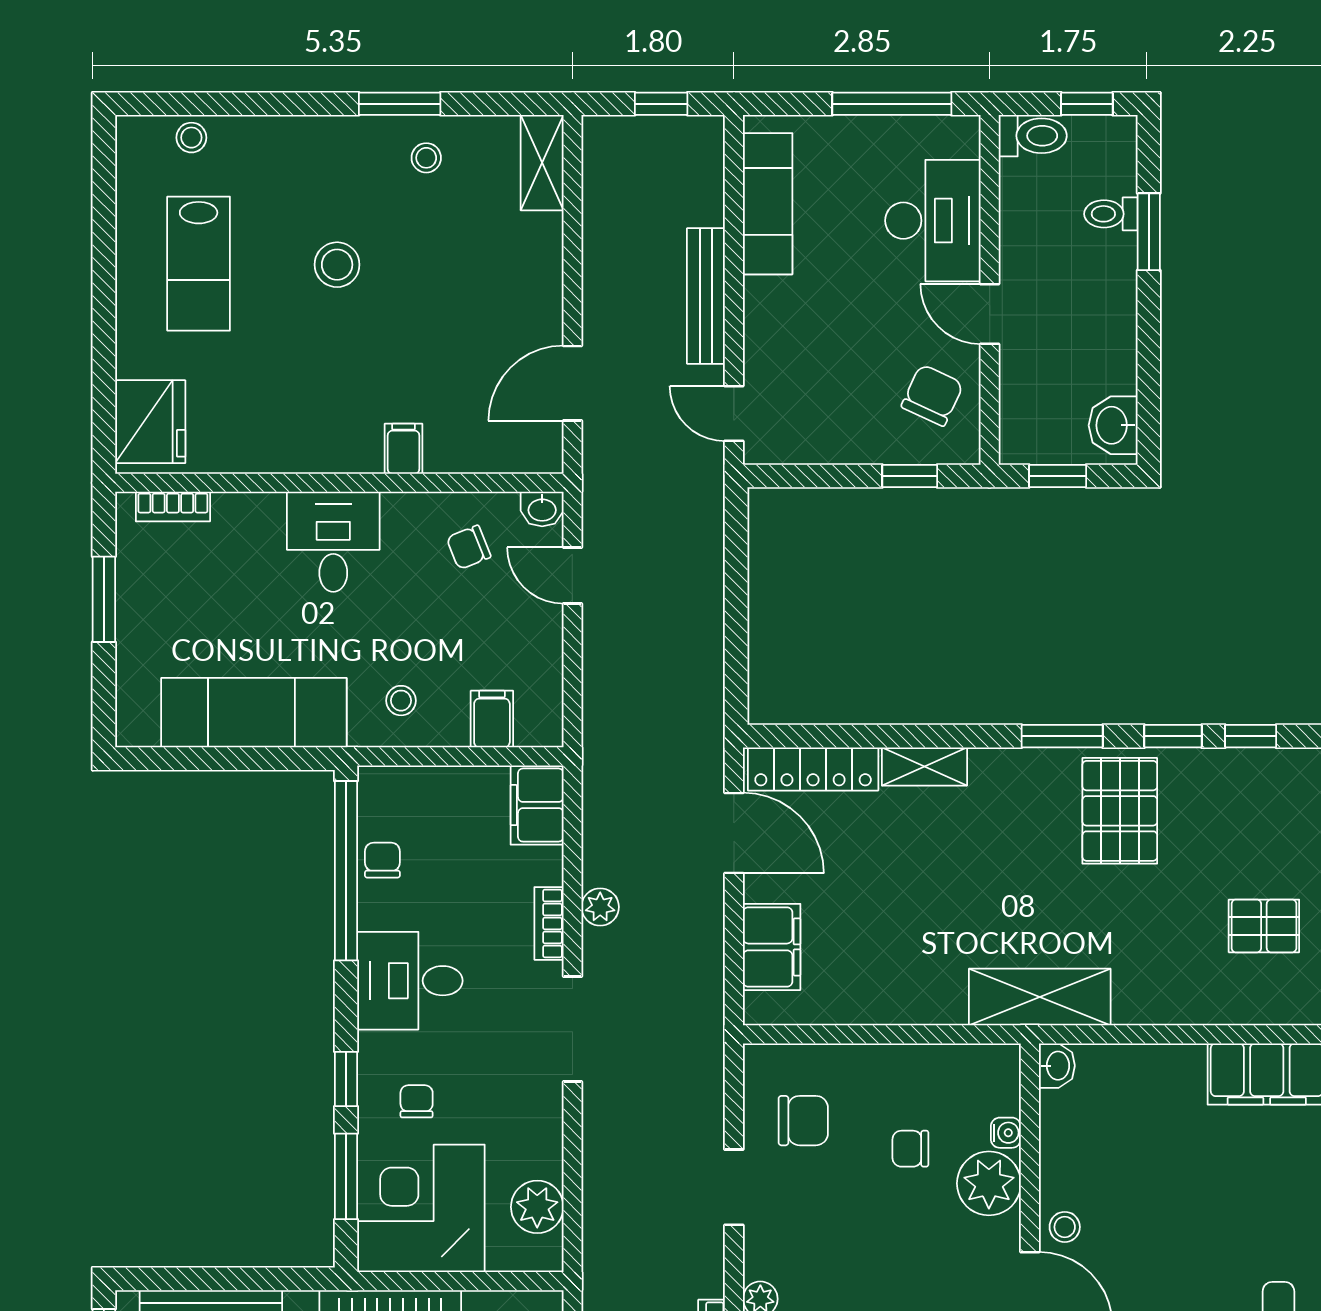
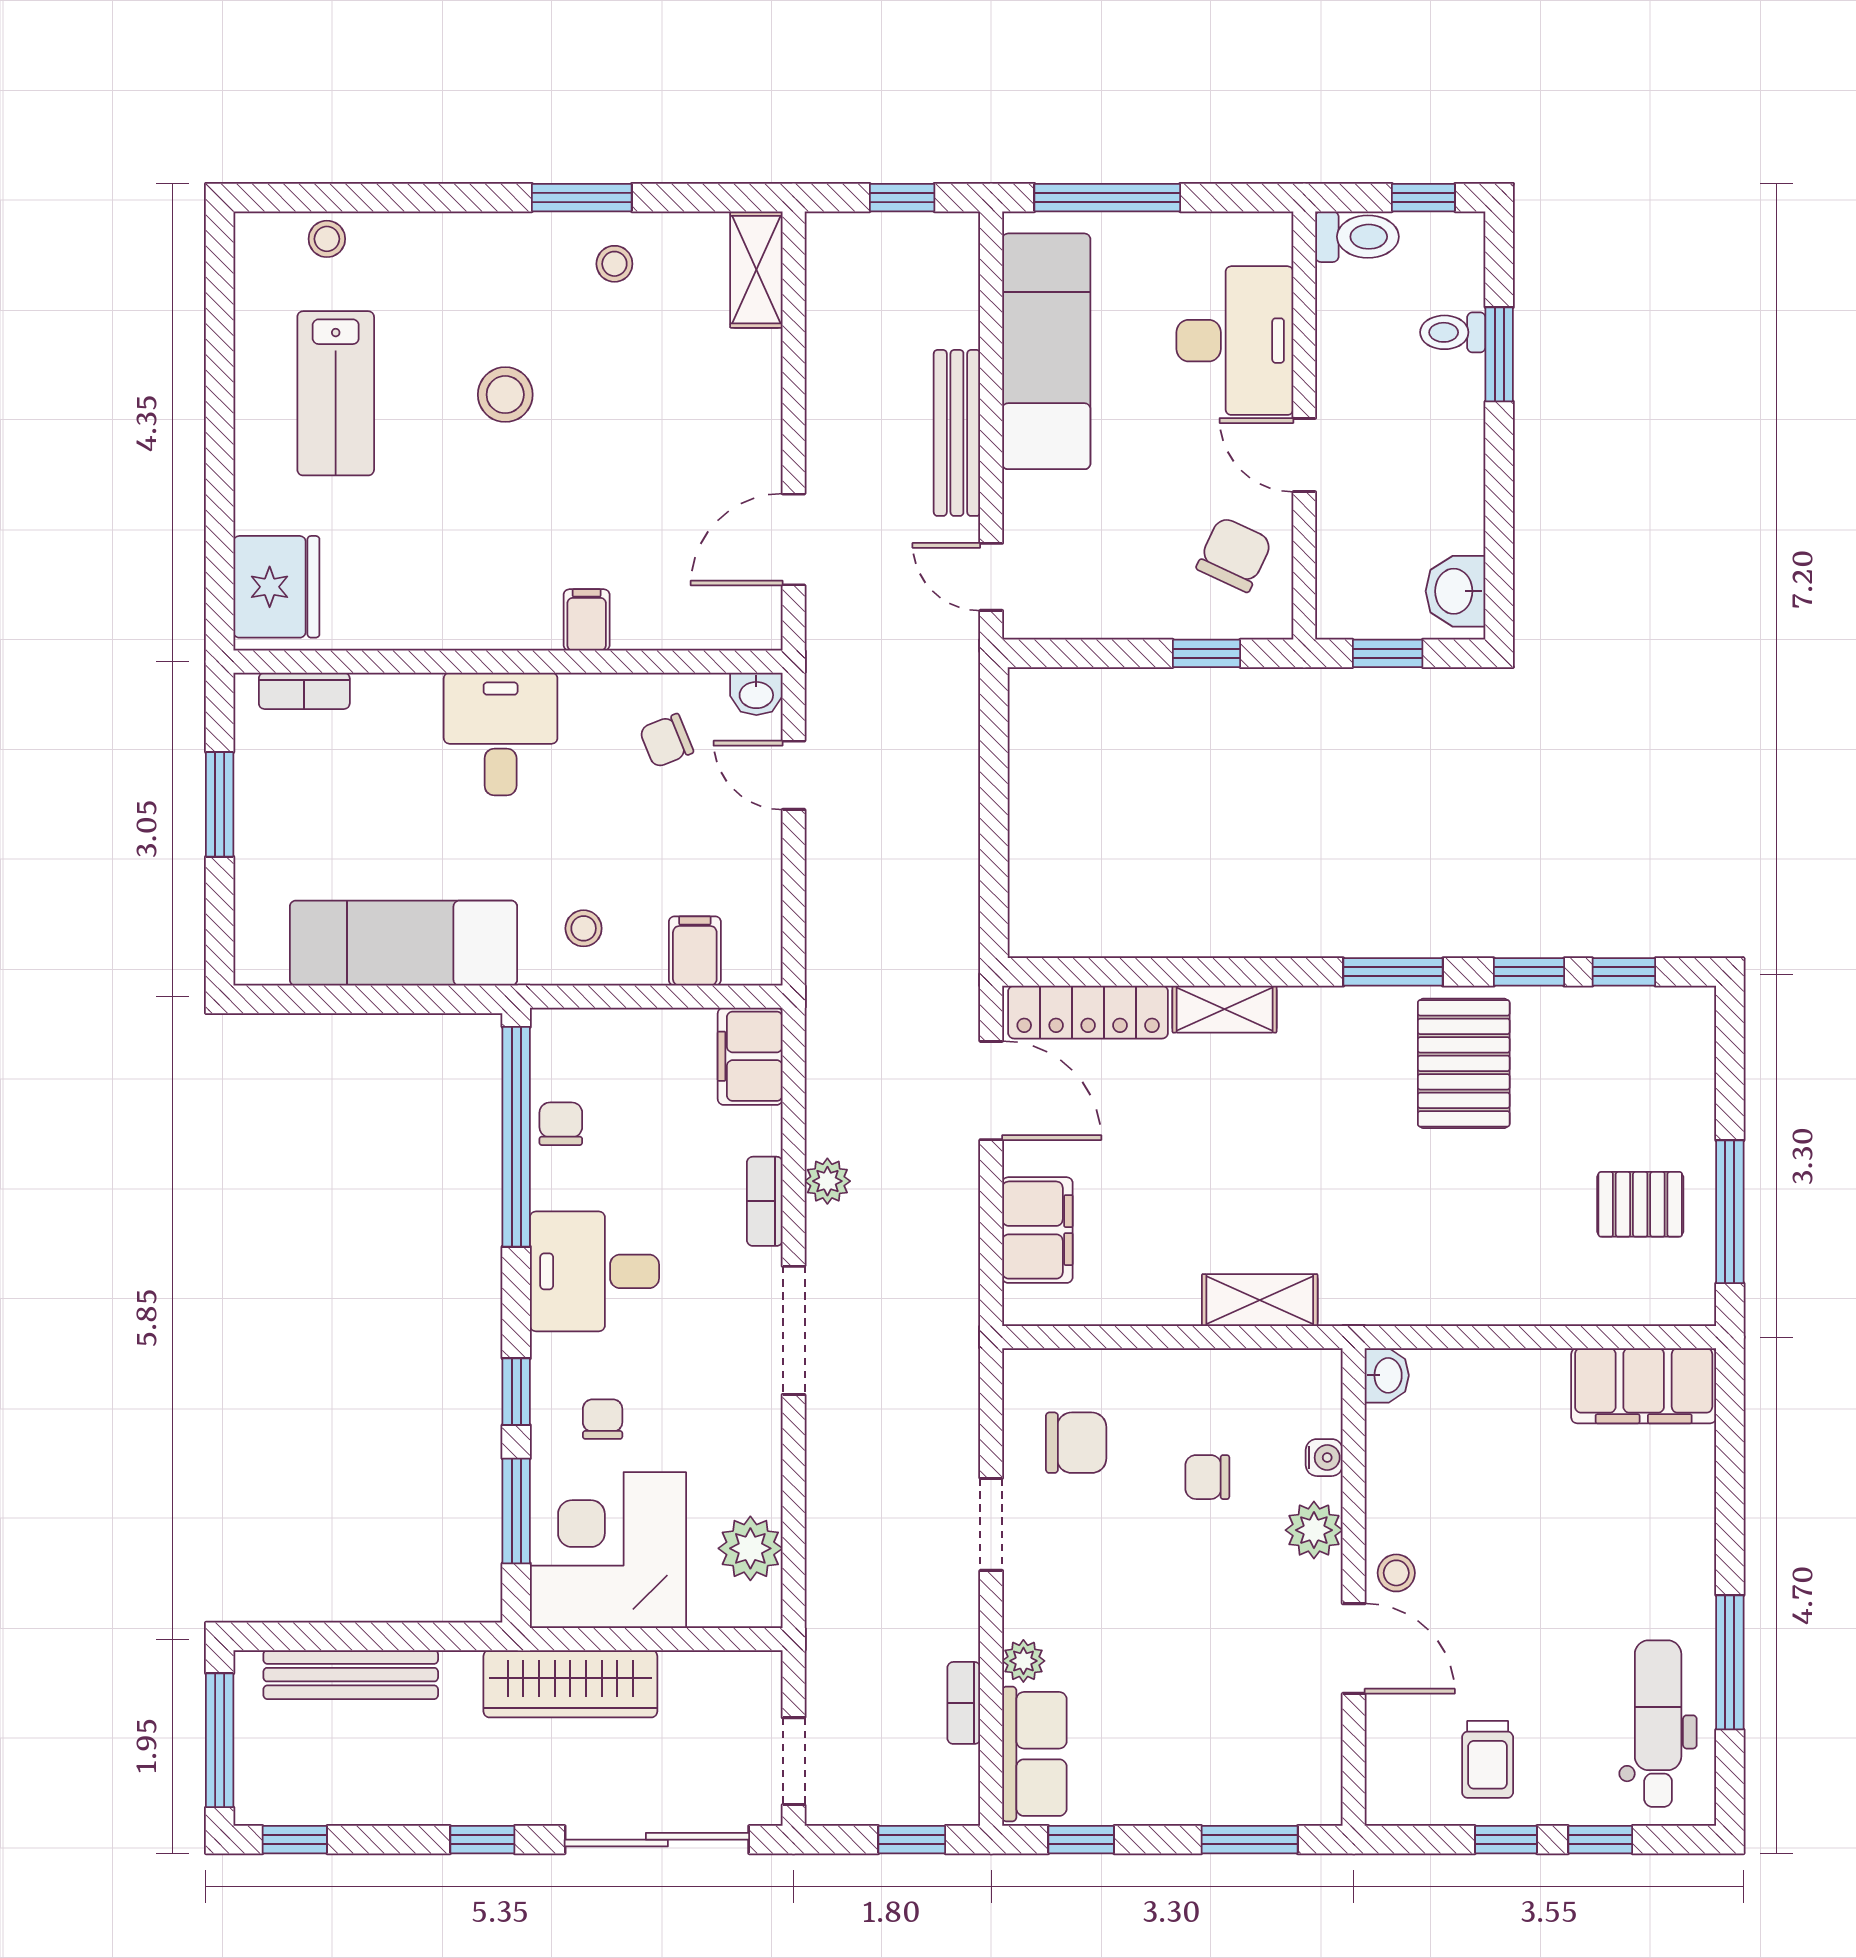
window: (892, 104) -> (1107, 198), moved
exam couch: (768, 204) -> (1046, 351), width x1.36, depth x1.45
shelving: (1040, 997) -> (1260, 1300), moved, width x0.67, depth x0.75
plant: (989, 1183) -> (1314, 1530), width x0.73, depth x0.73

